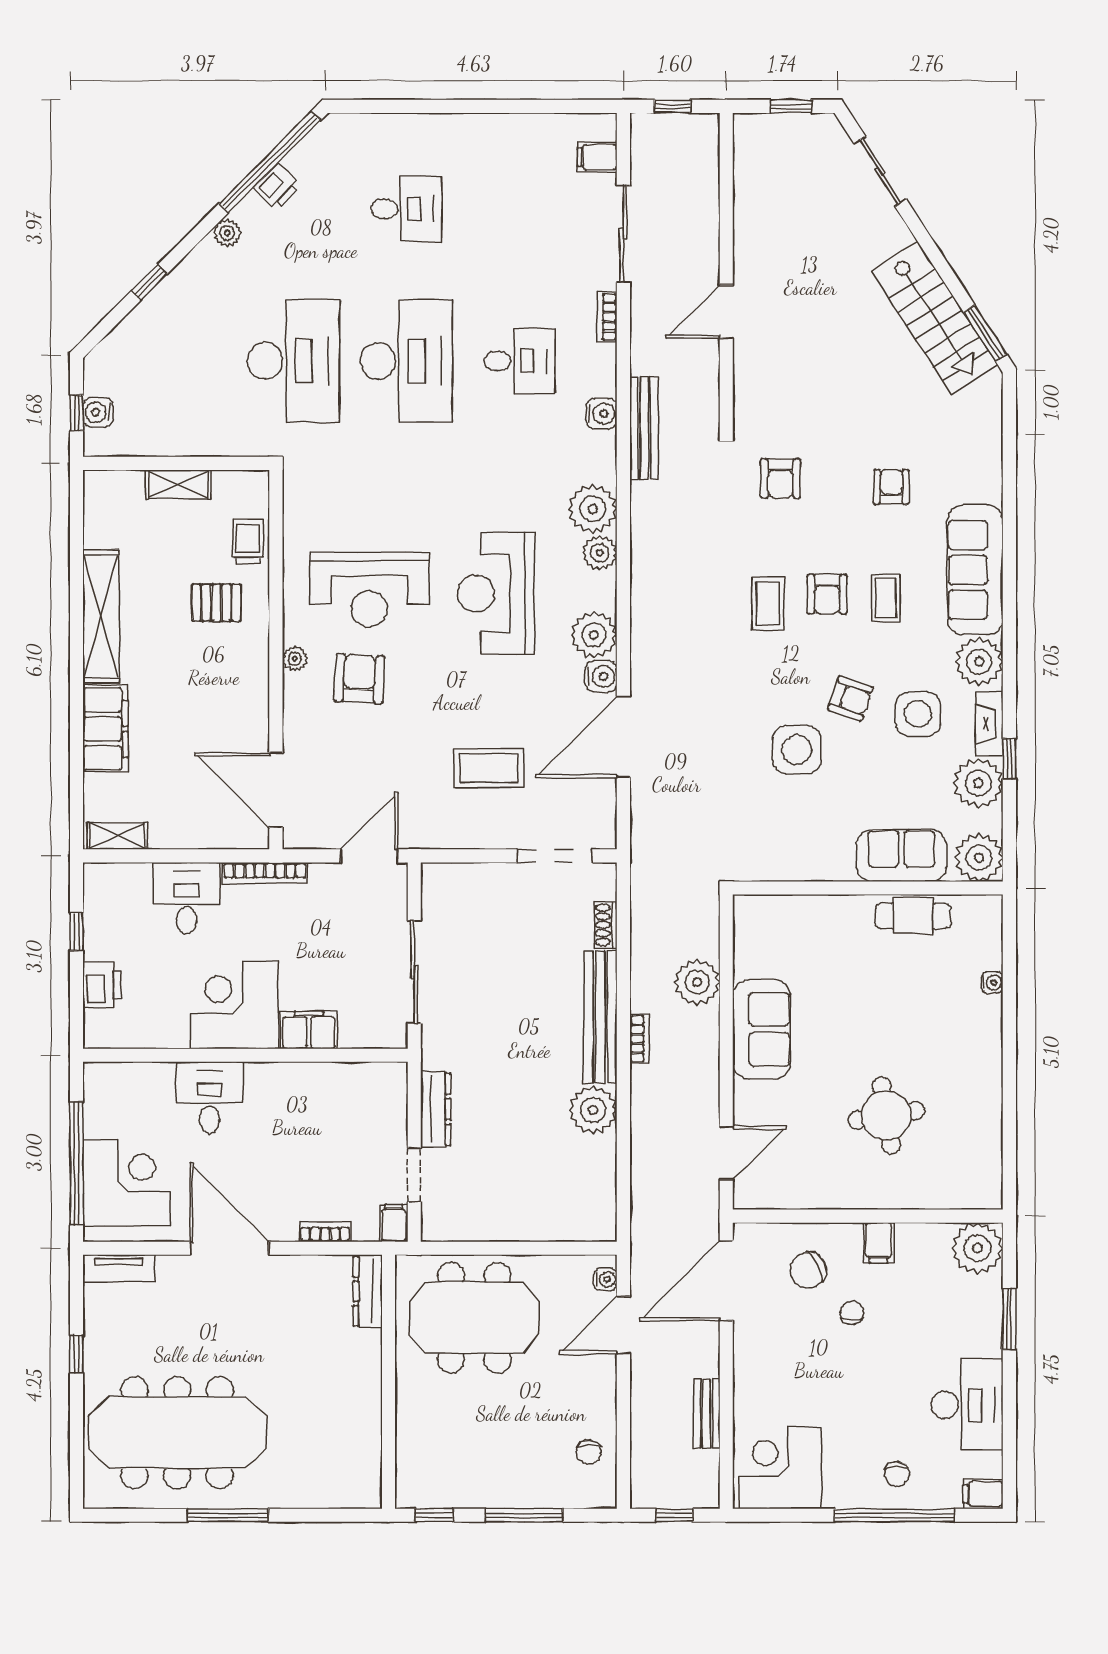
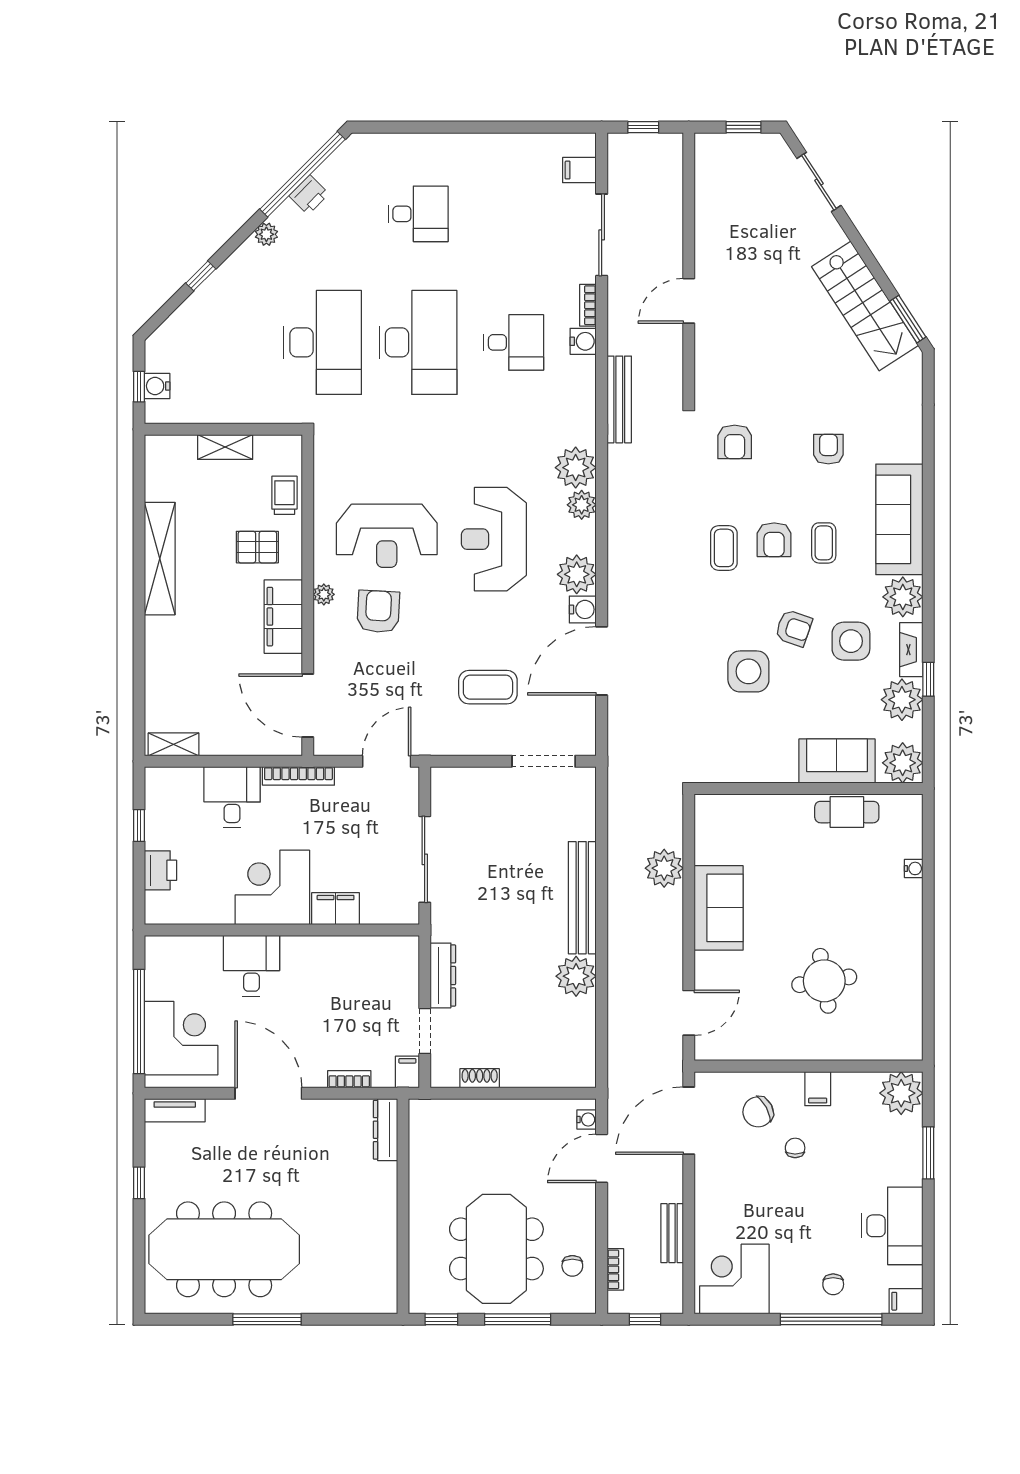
water cooler: (601, 414) -> (583, 341), moved
filing cabinet: (105, 729) -> (283, 617), moved, turned 180
shoe rack: (606, 925) -> (480, 1078), moved, turned 90
bookcase: (640, 1039) -> (615, 1269), moved
meeting table: (474, 1318) -> (496, 1249), moved, turned 90

